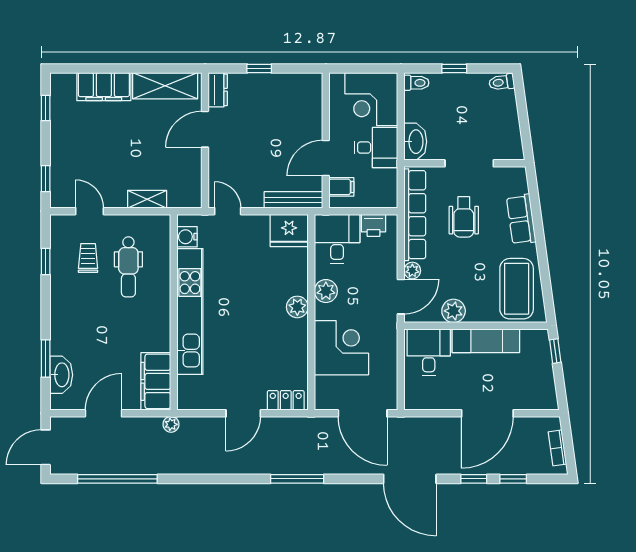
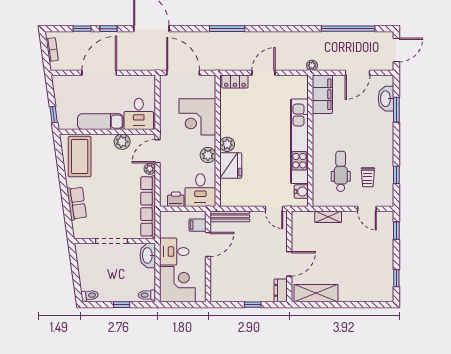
filing cabinet: (104, 87) -> (357, 292), removed
wheelchair: (464, 217) -> (115, 205), removed
fridge: (289, 230) -> (231, 166), moved, turned 90

